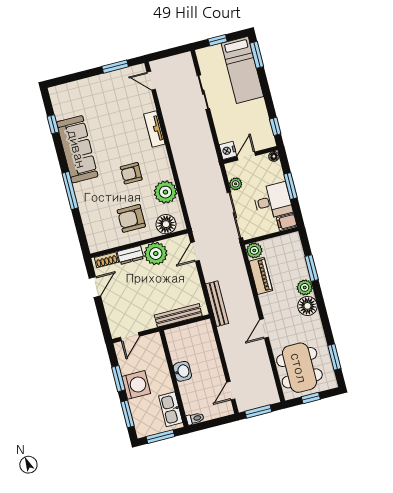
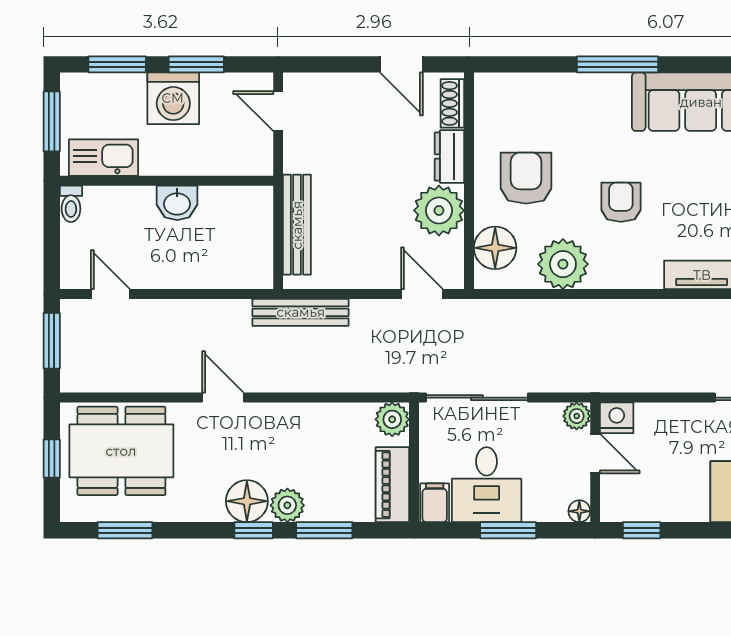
plant: (236, 184) -> (577, 416), moved
piano: (261, 276) -> (392, 485), moved, turned 90
window: (320, 300) -> (254, 530), added

